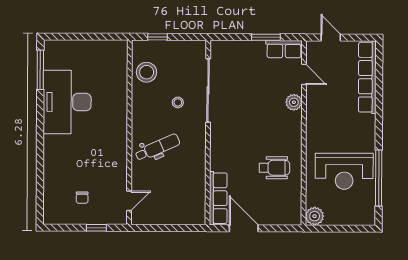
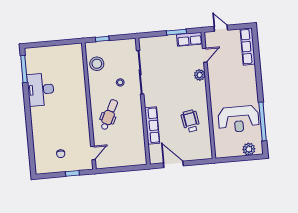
door: (304, 74) -> (205, 55), hinge flipped
row of seats: (367, 77) -> (248, 46), width x0.73
desk: (67, 102) -> (41, 90), width x0.73, depth x0.77
dental chair: (158, 148) -> (109, 115), turned -40
wheelchair: (274, 168) -> (190, 121), turned -100
row of seats: (218, 198) -> (152, 125), moved
plant: (315, 216) -> (249, 149), moved

